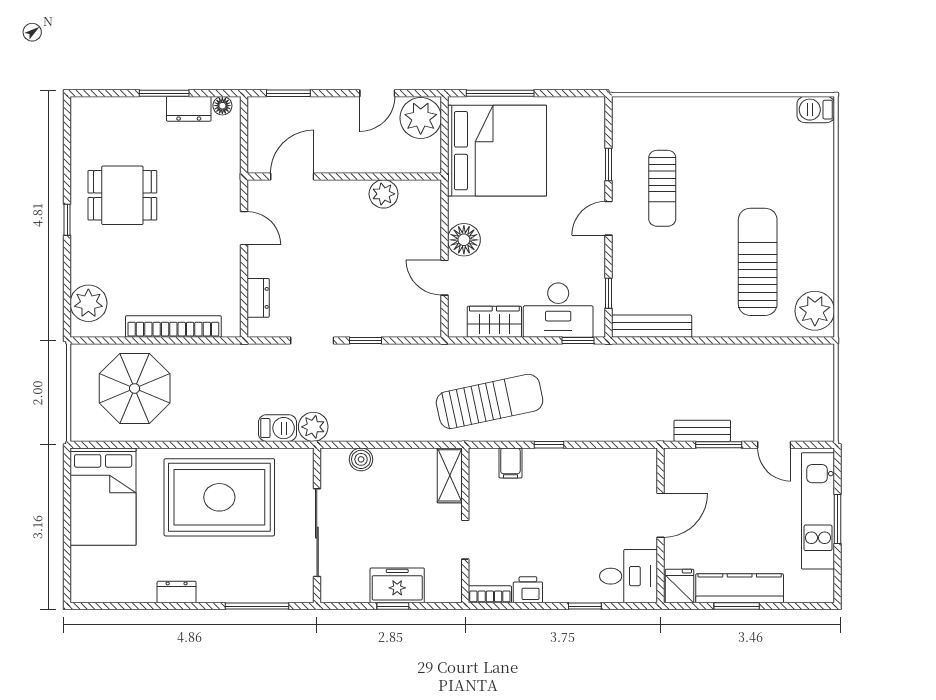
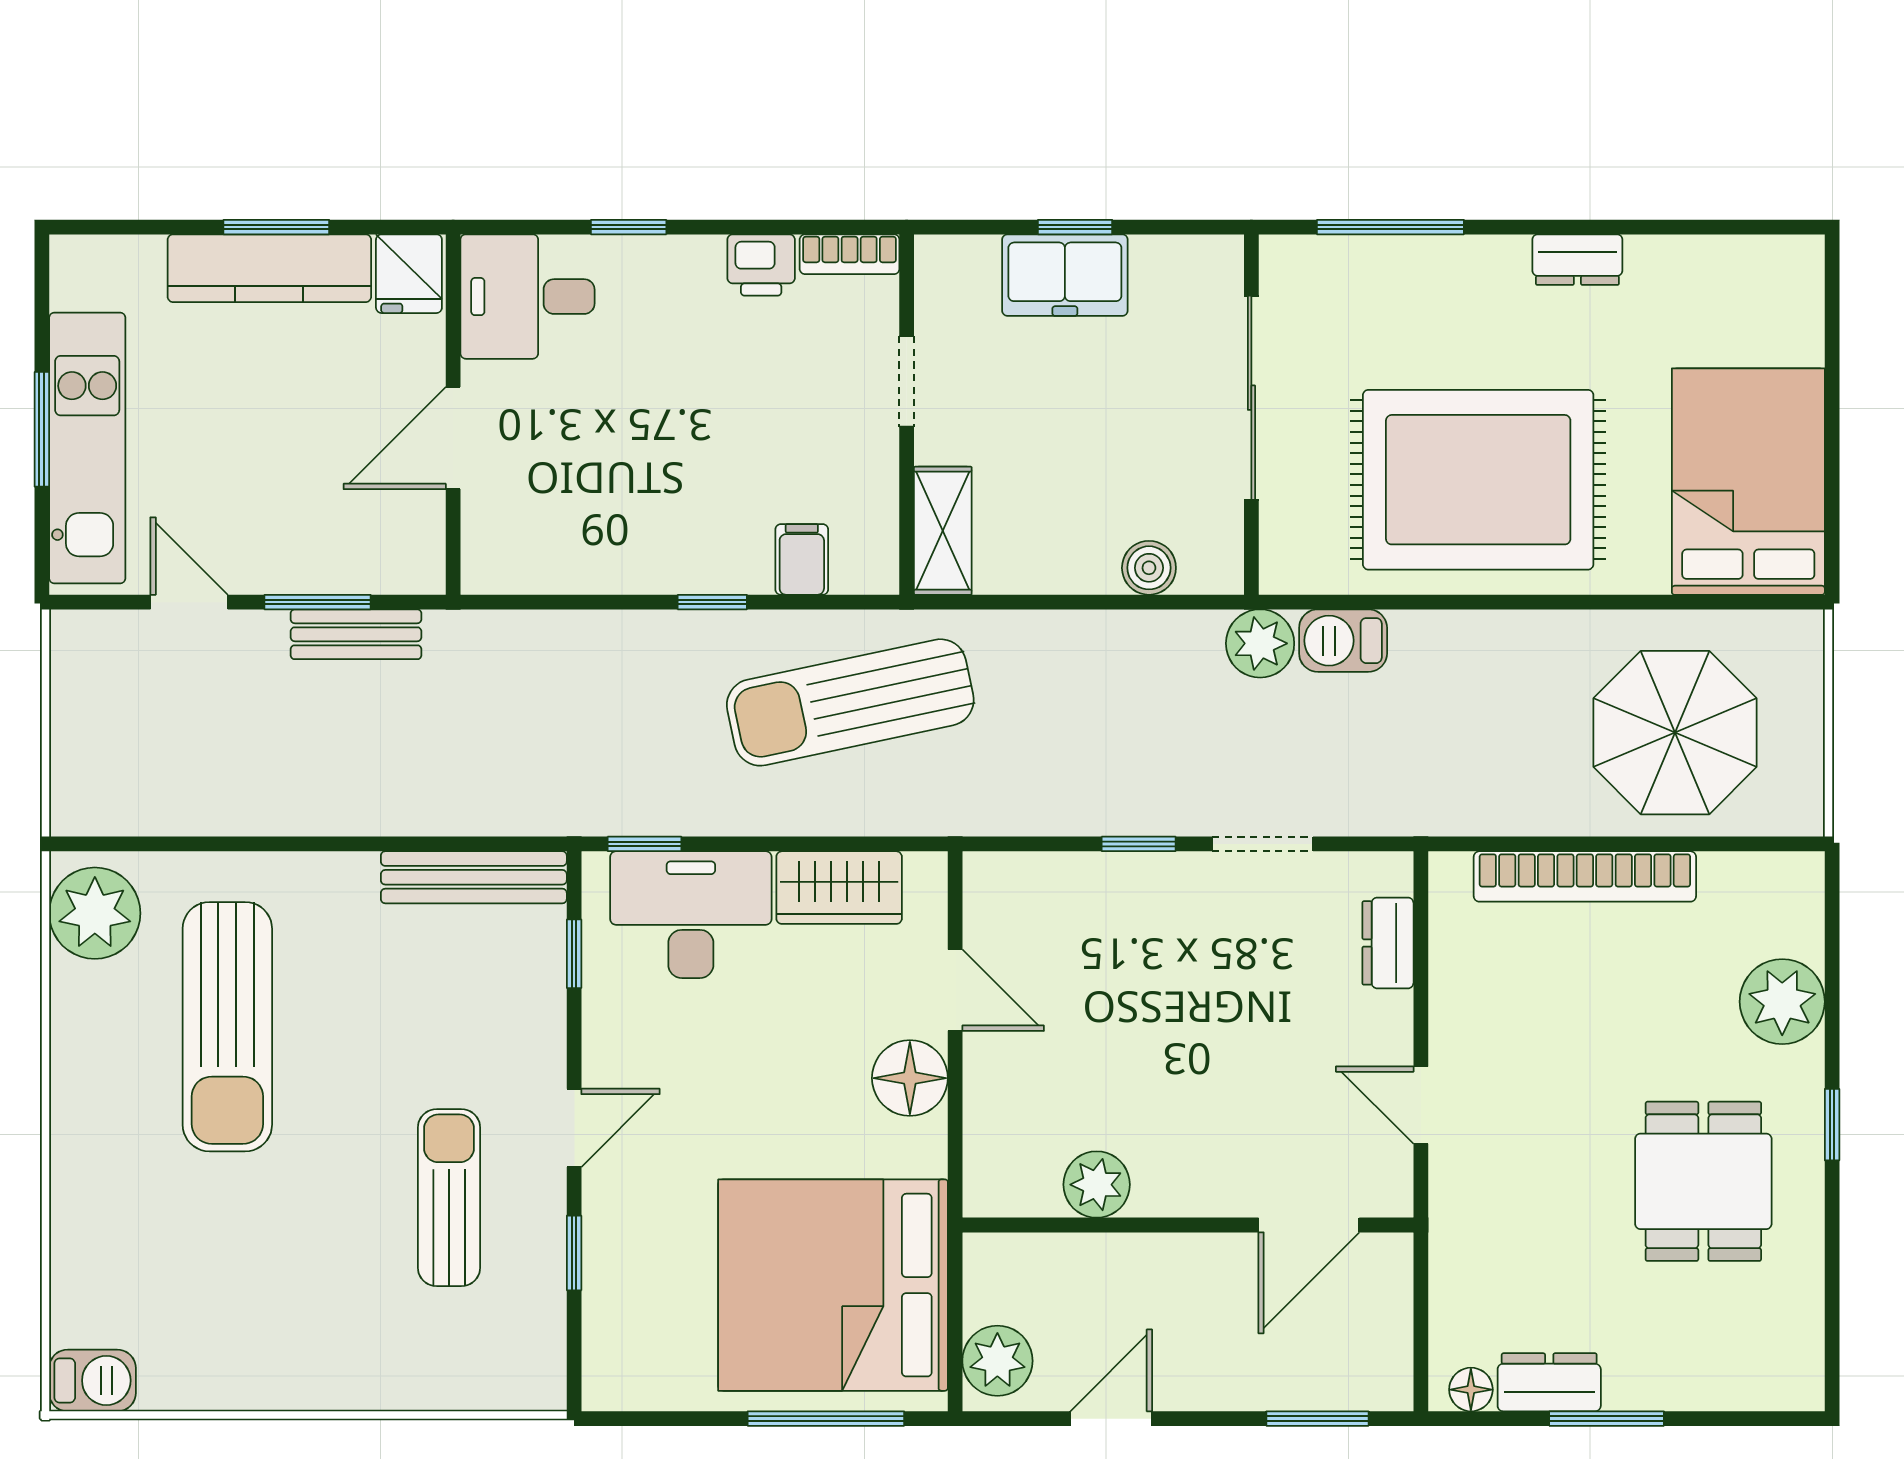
plant: (421, 118) -> (997, 1361), width x0.73, depth x0.73
dining table: (122, 195) -> (1703, 1181), turned 90
plant: (88, 303) -> (1782, 1002), moved

